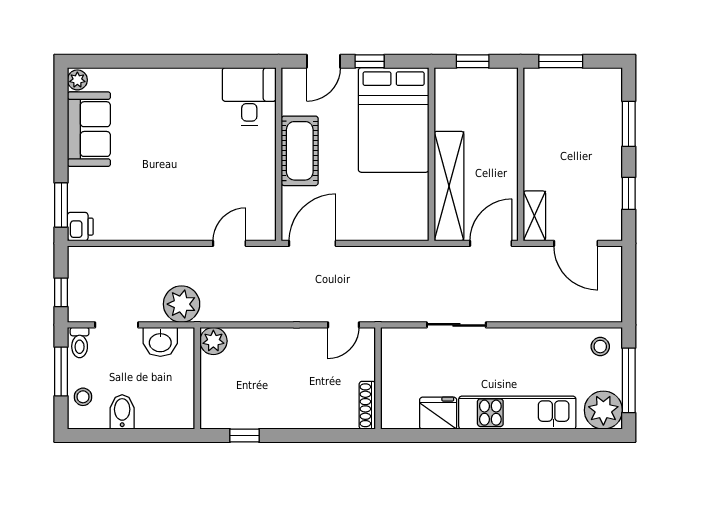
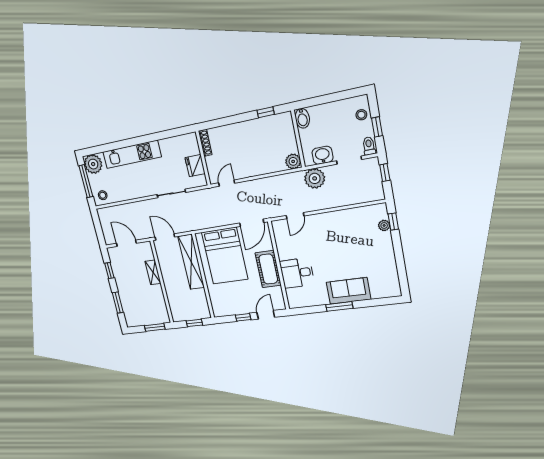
window: (182, 61) -> (339, 306), added
plant: (77, 80) -> (384, 225), moved
desk: (249, 97) -> (297, 273), moved, turned 90
bed: (394, 120) -> (225, 256), moved, turned 180
sofa: (89, 129) -> (348, 291), moved, turned 90
window: (61, 205) -> (393, 222), width x0.67
shelving: (534, 216) -> (153, 272), moved
printer: (80, 227) -> (380, 211), removed
door: (491, 243) -> (165, 237), swing flipped
window: (61, 371) -> (377, 127), width x0.67
bidet: (122, 412) -> (302, 118), moved
fridge: (438, 413) -> (195, 166), moved, turned 90

